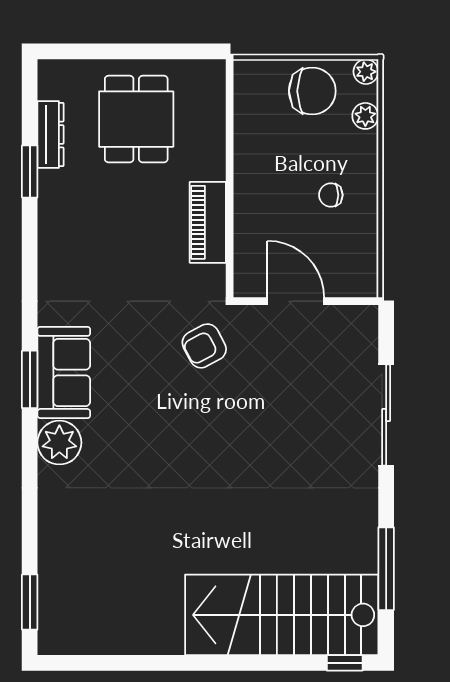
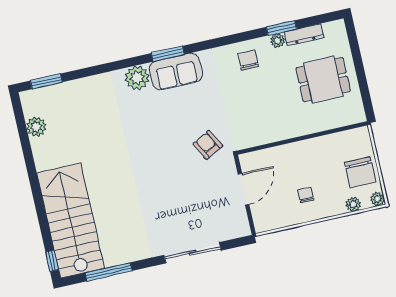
plant: (50, 183) -> (278, 41), added
piano: (208, 222) -> (276, 131), removed
chair: (72, 242) -> (248, 60), added
plant: (105, 637) -> (36, 127), added

